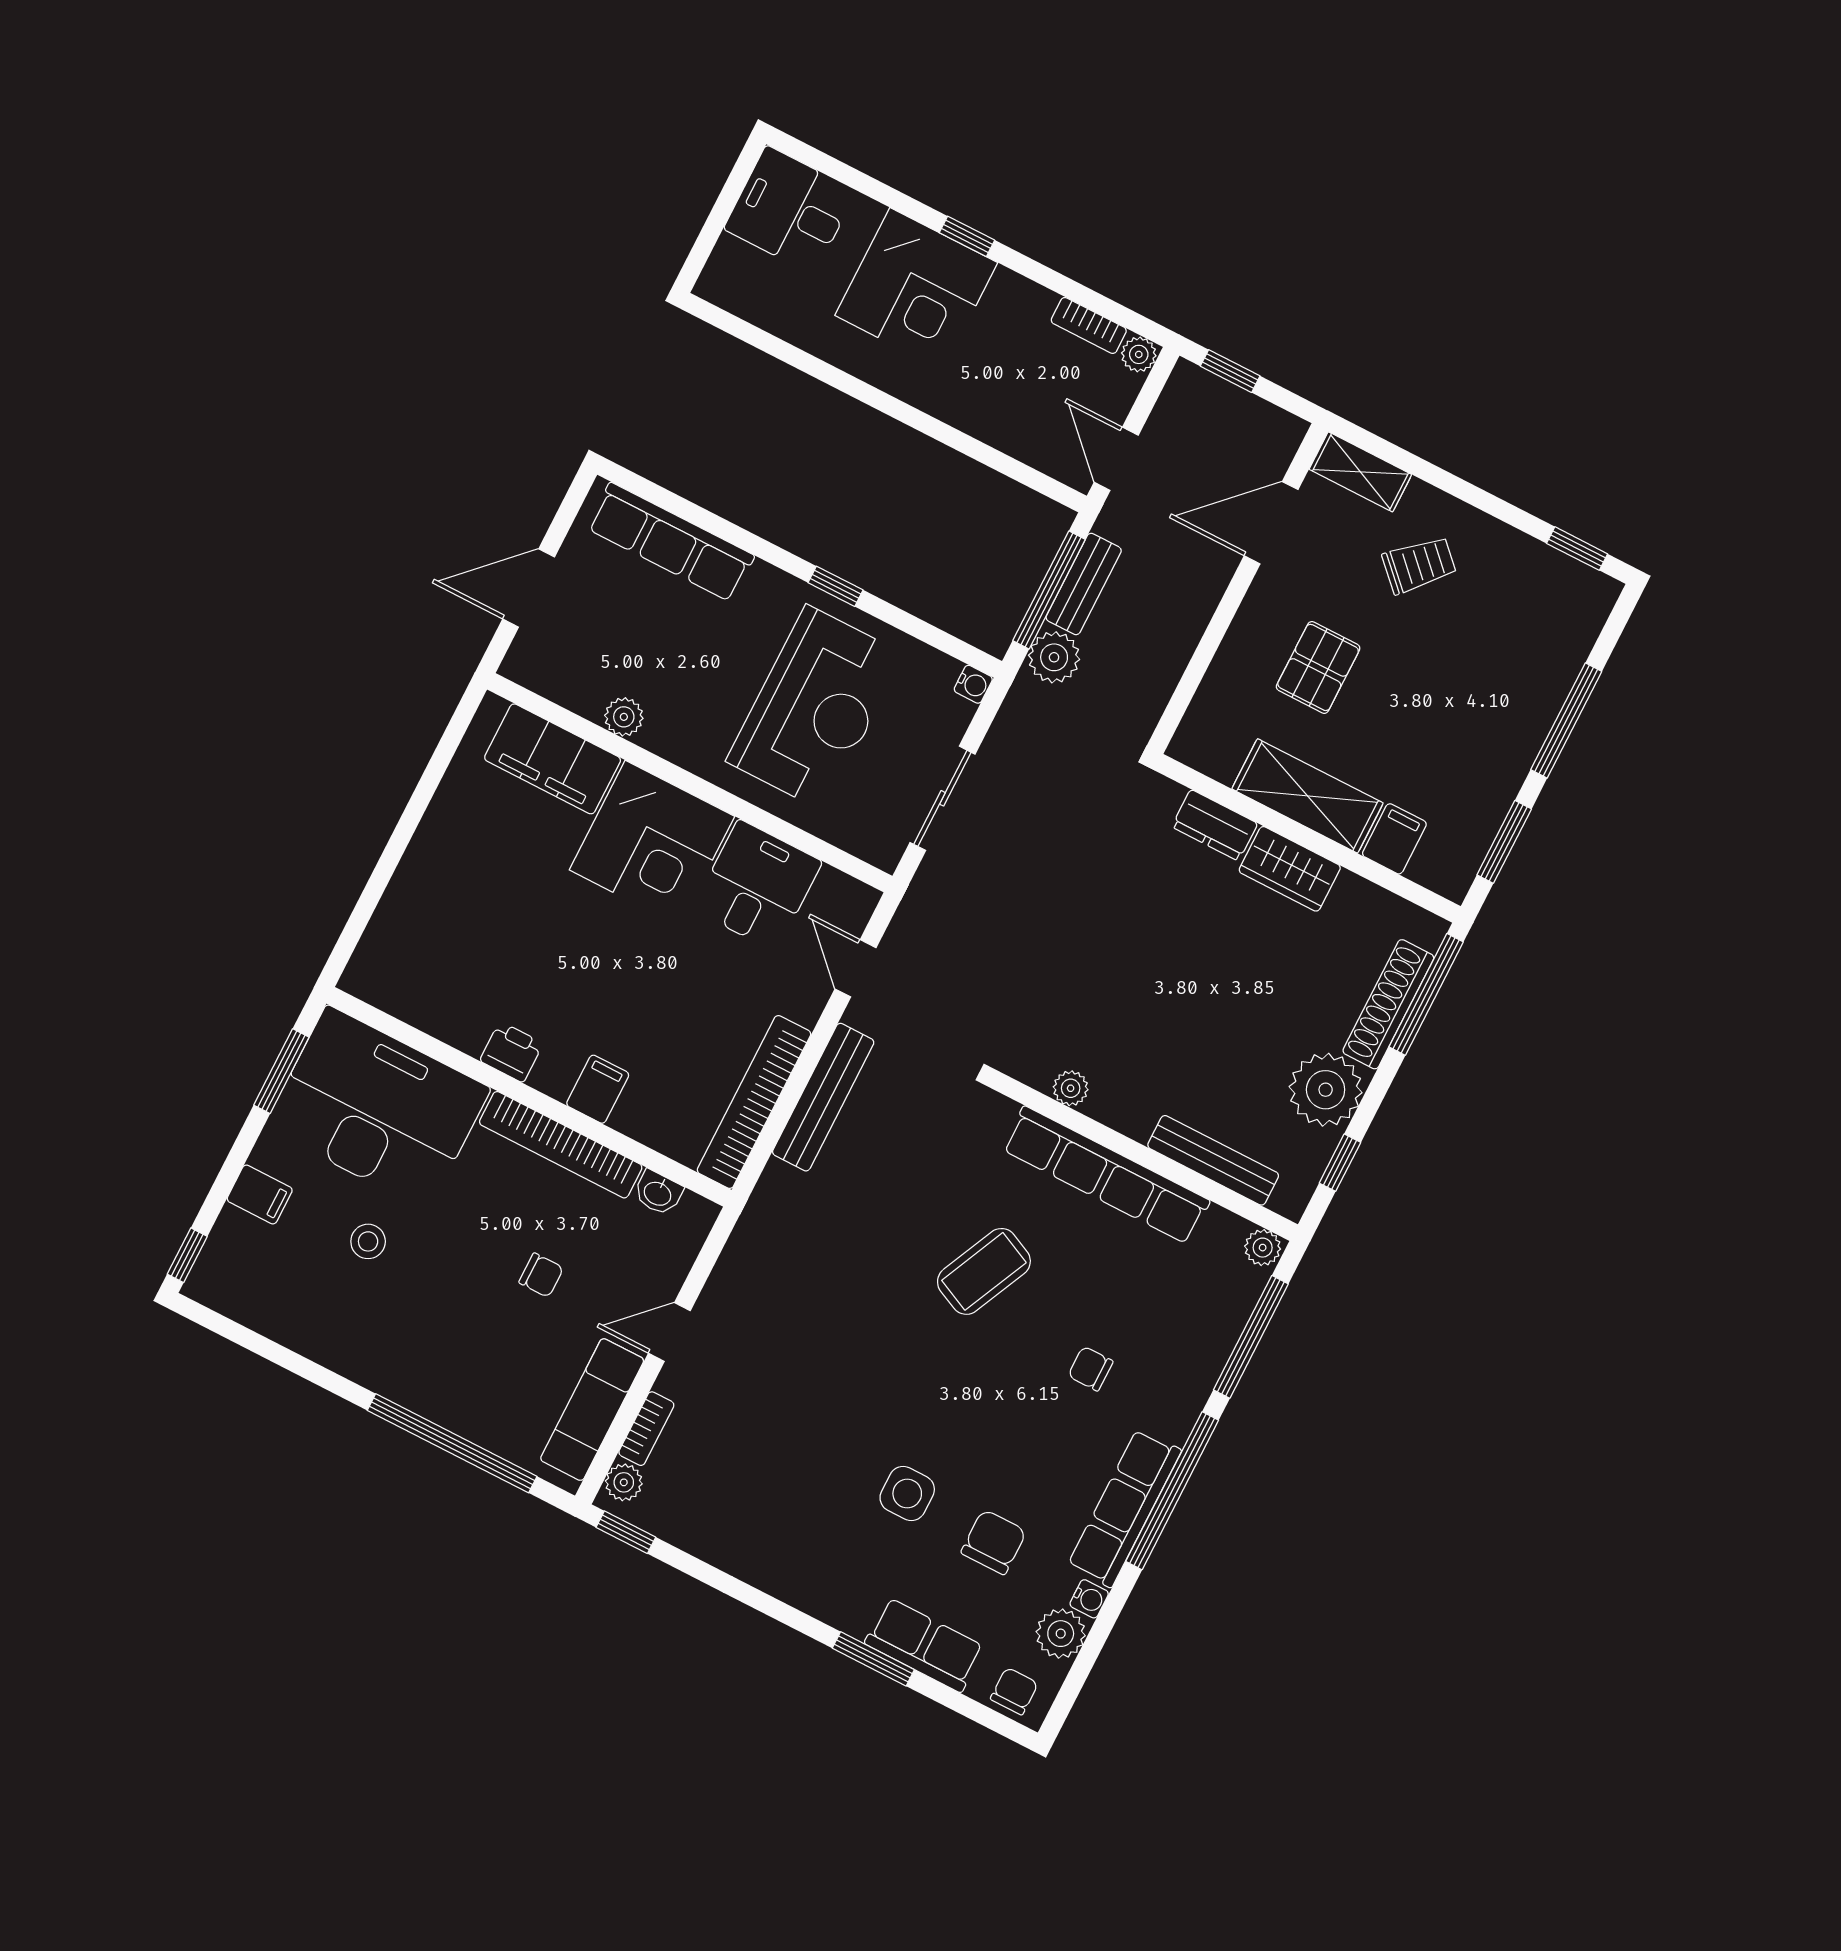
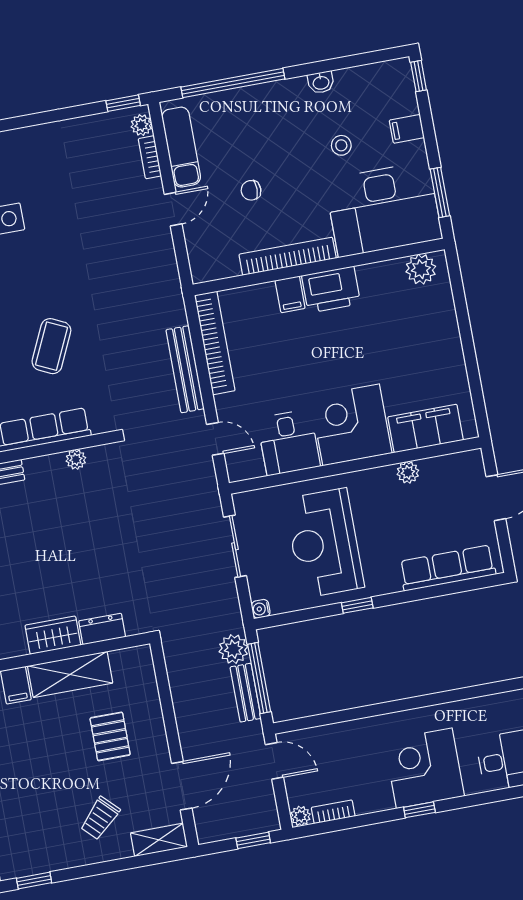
plant: (390, 985) -> (421, 269), added
printer: (511, 1052) -> (331, 290), width x1.87, depth x1.48
washbasin: (658, 1193) -> (321, 82), moved, turned 180

